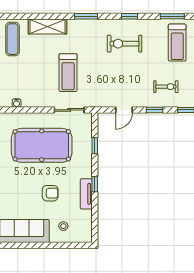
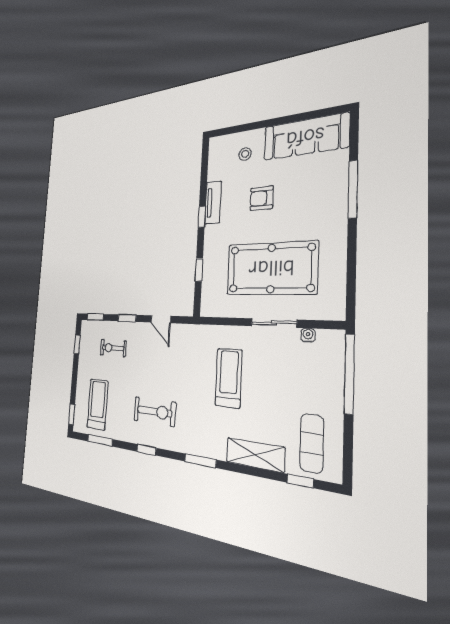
window: (19, 16) -> (300, 481), added
sliding door: (69, 110) -> (274, 323), moved
door: (124, 110) -> (161, 319), swing flipped

